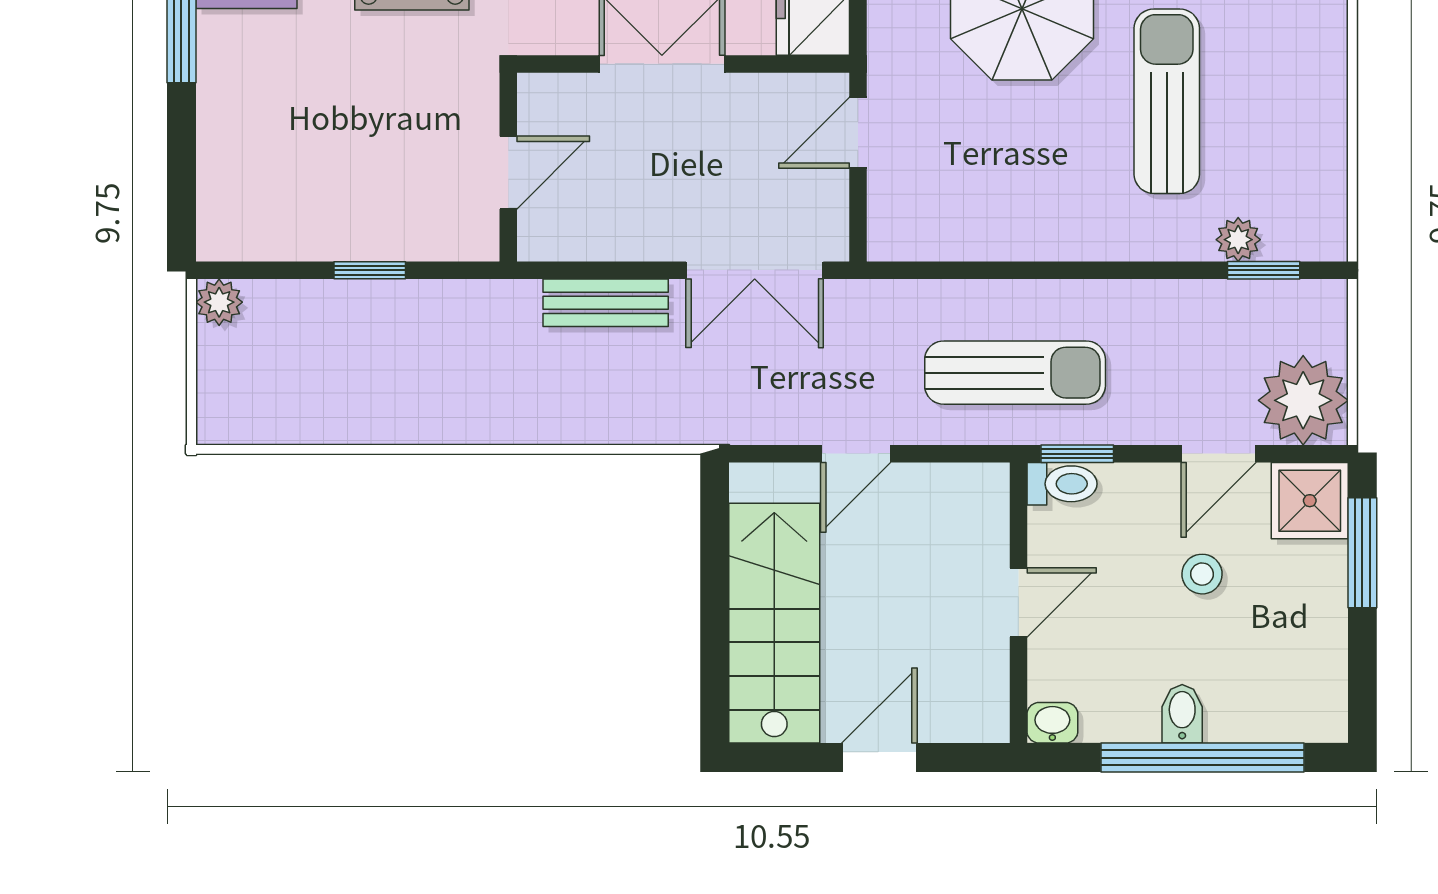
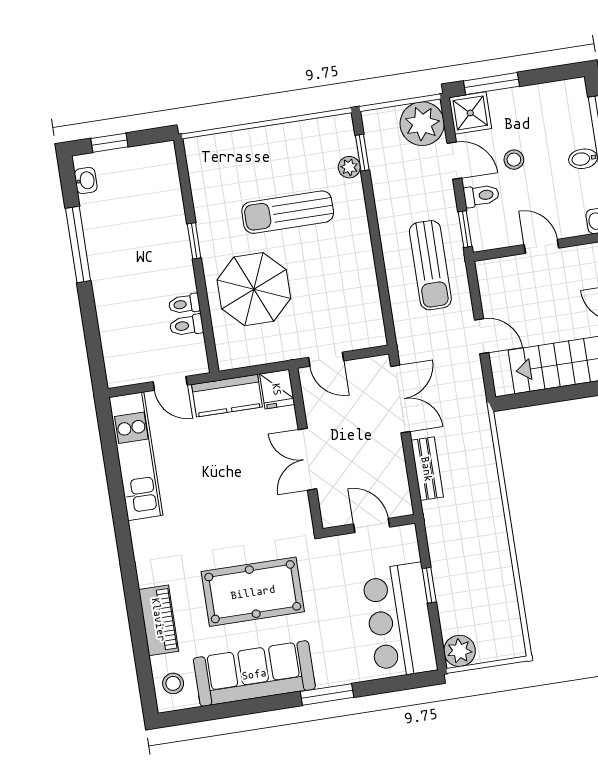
bar counter: (308, 199) -> (400, 621), added
plant: (219, 302) -> (460, 651), width x1.38, depth x1.38
sun lounger: (1015, 373) -> (430, 265), turned 180
toilet: (1062, 484) -> (481, 196), moved, turned 90

